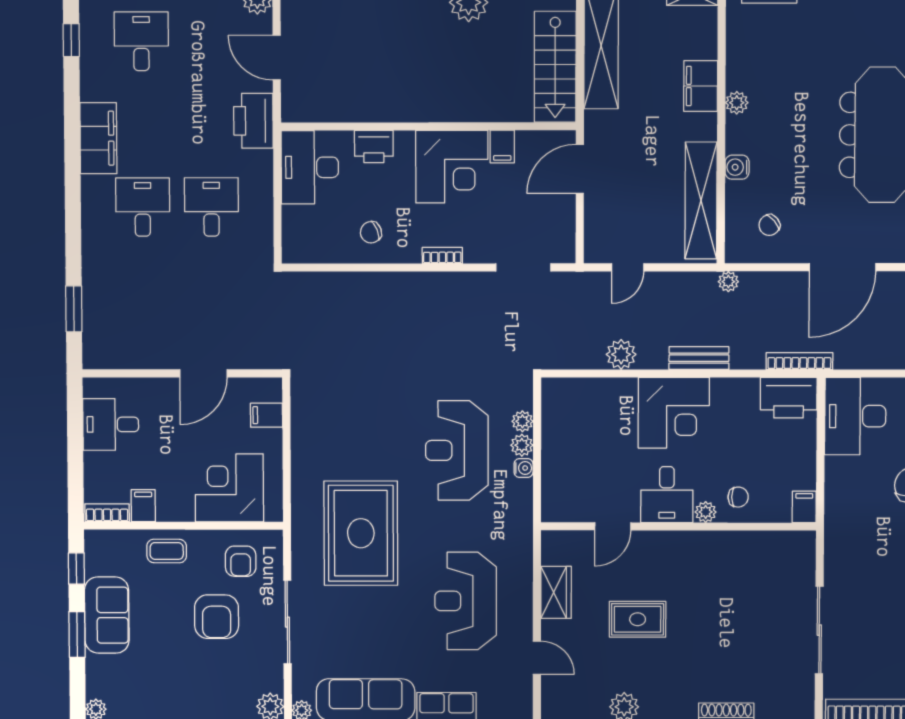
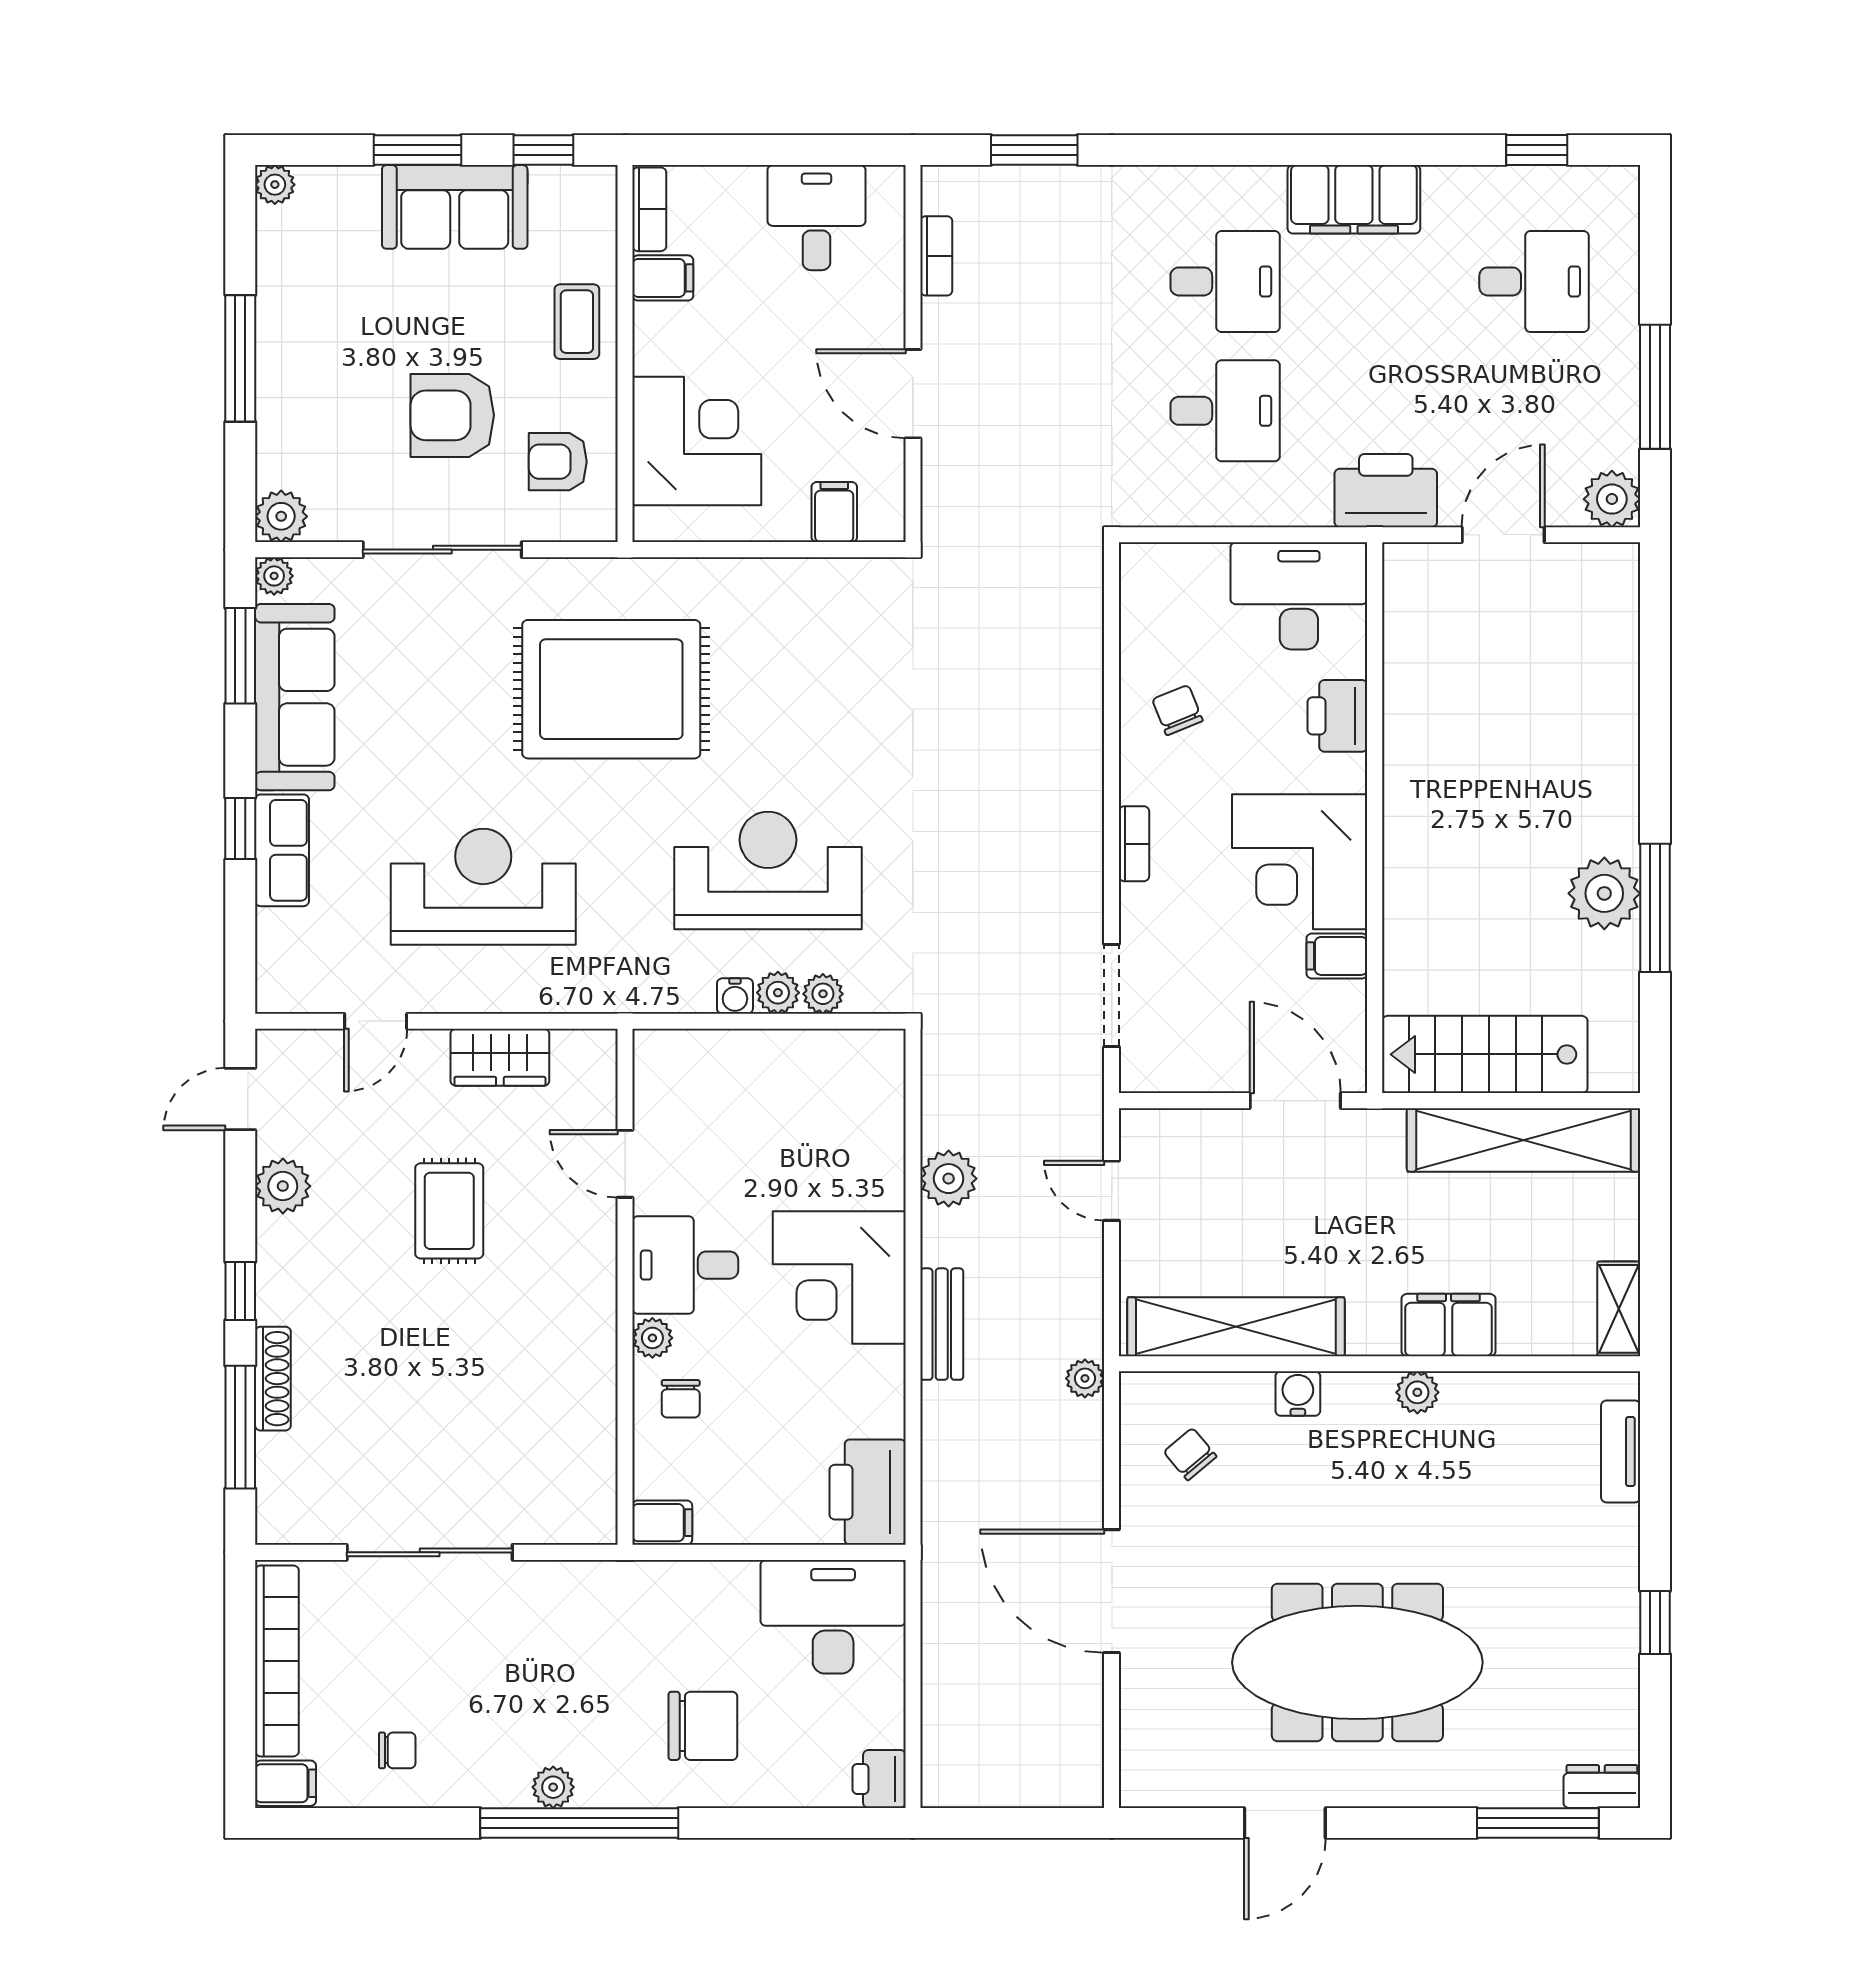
bookcase: (799, 361) -> (936, 256), moved, width x0.64

